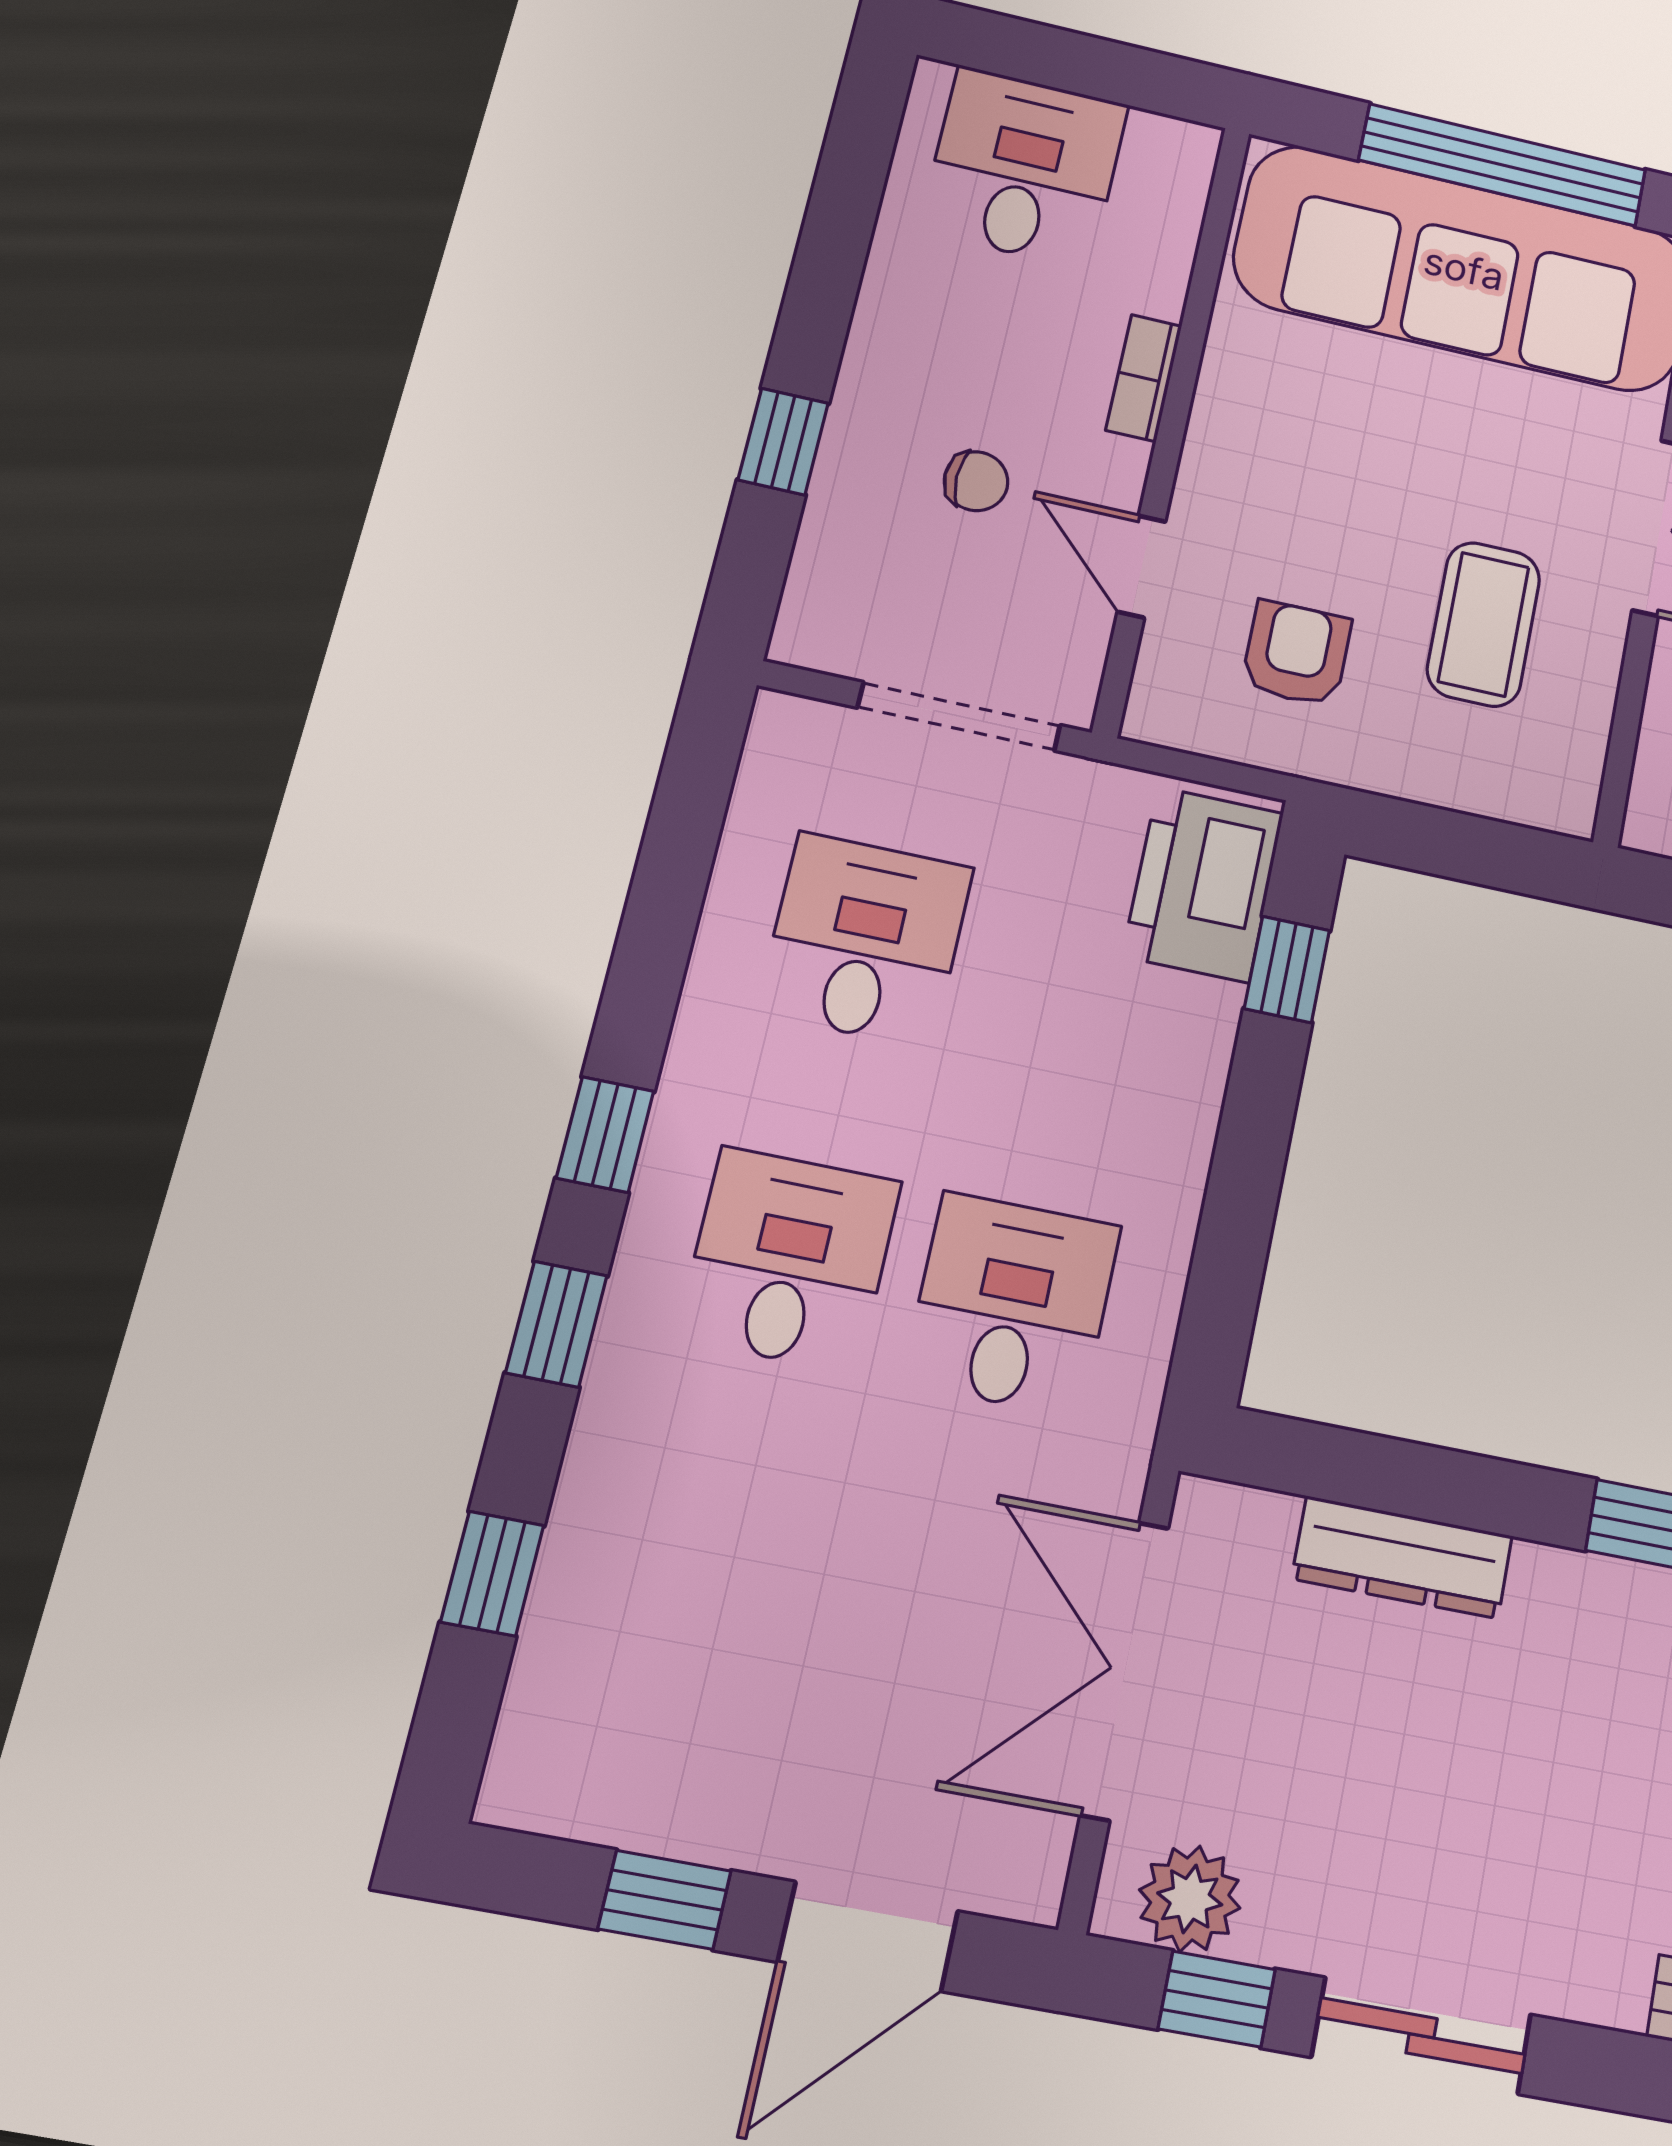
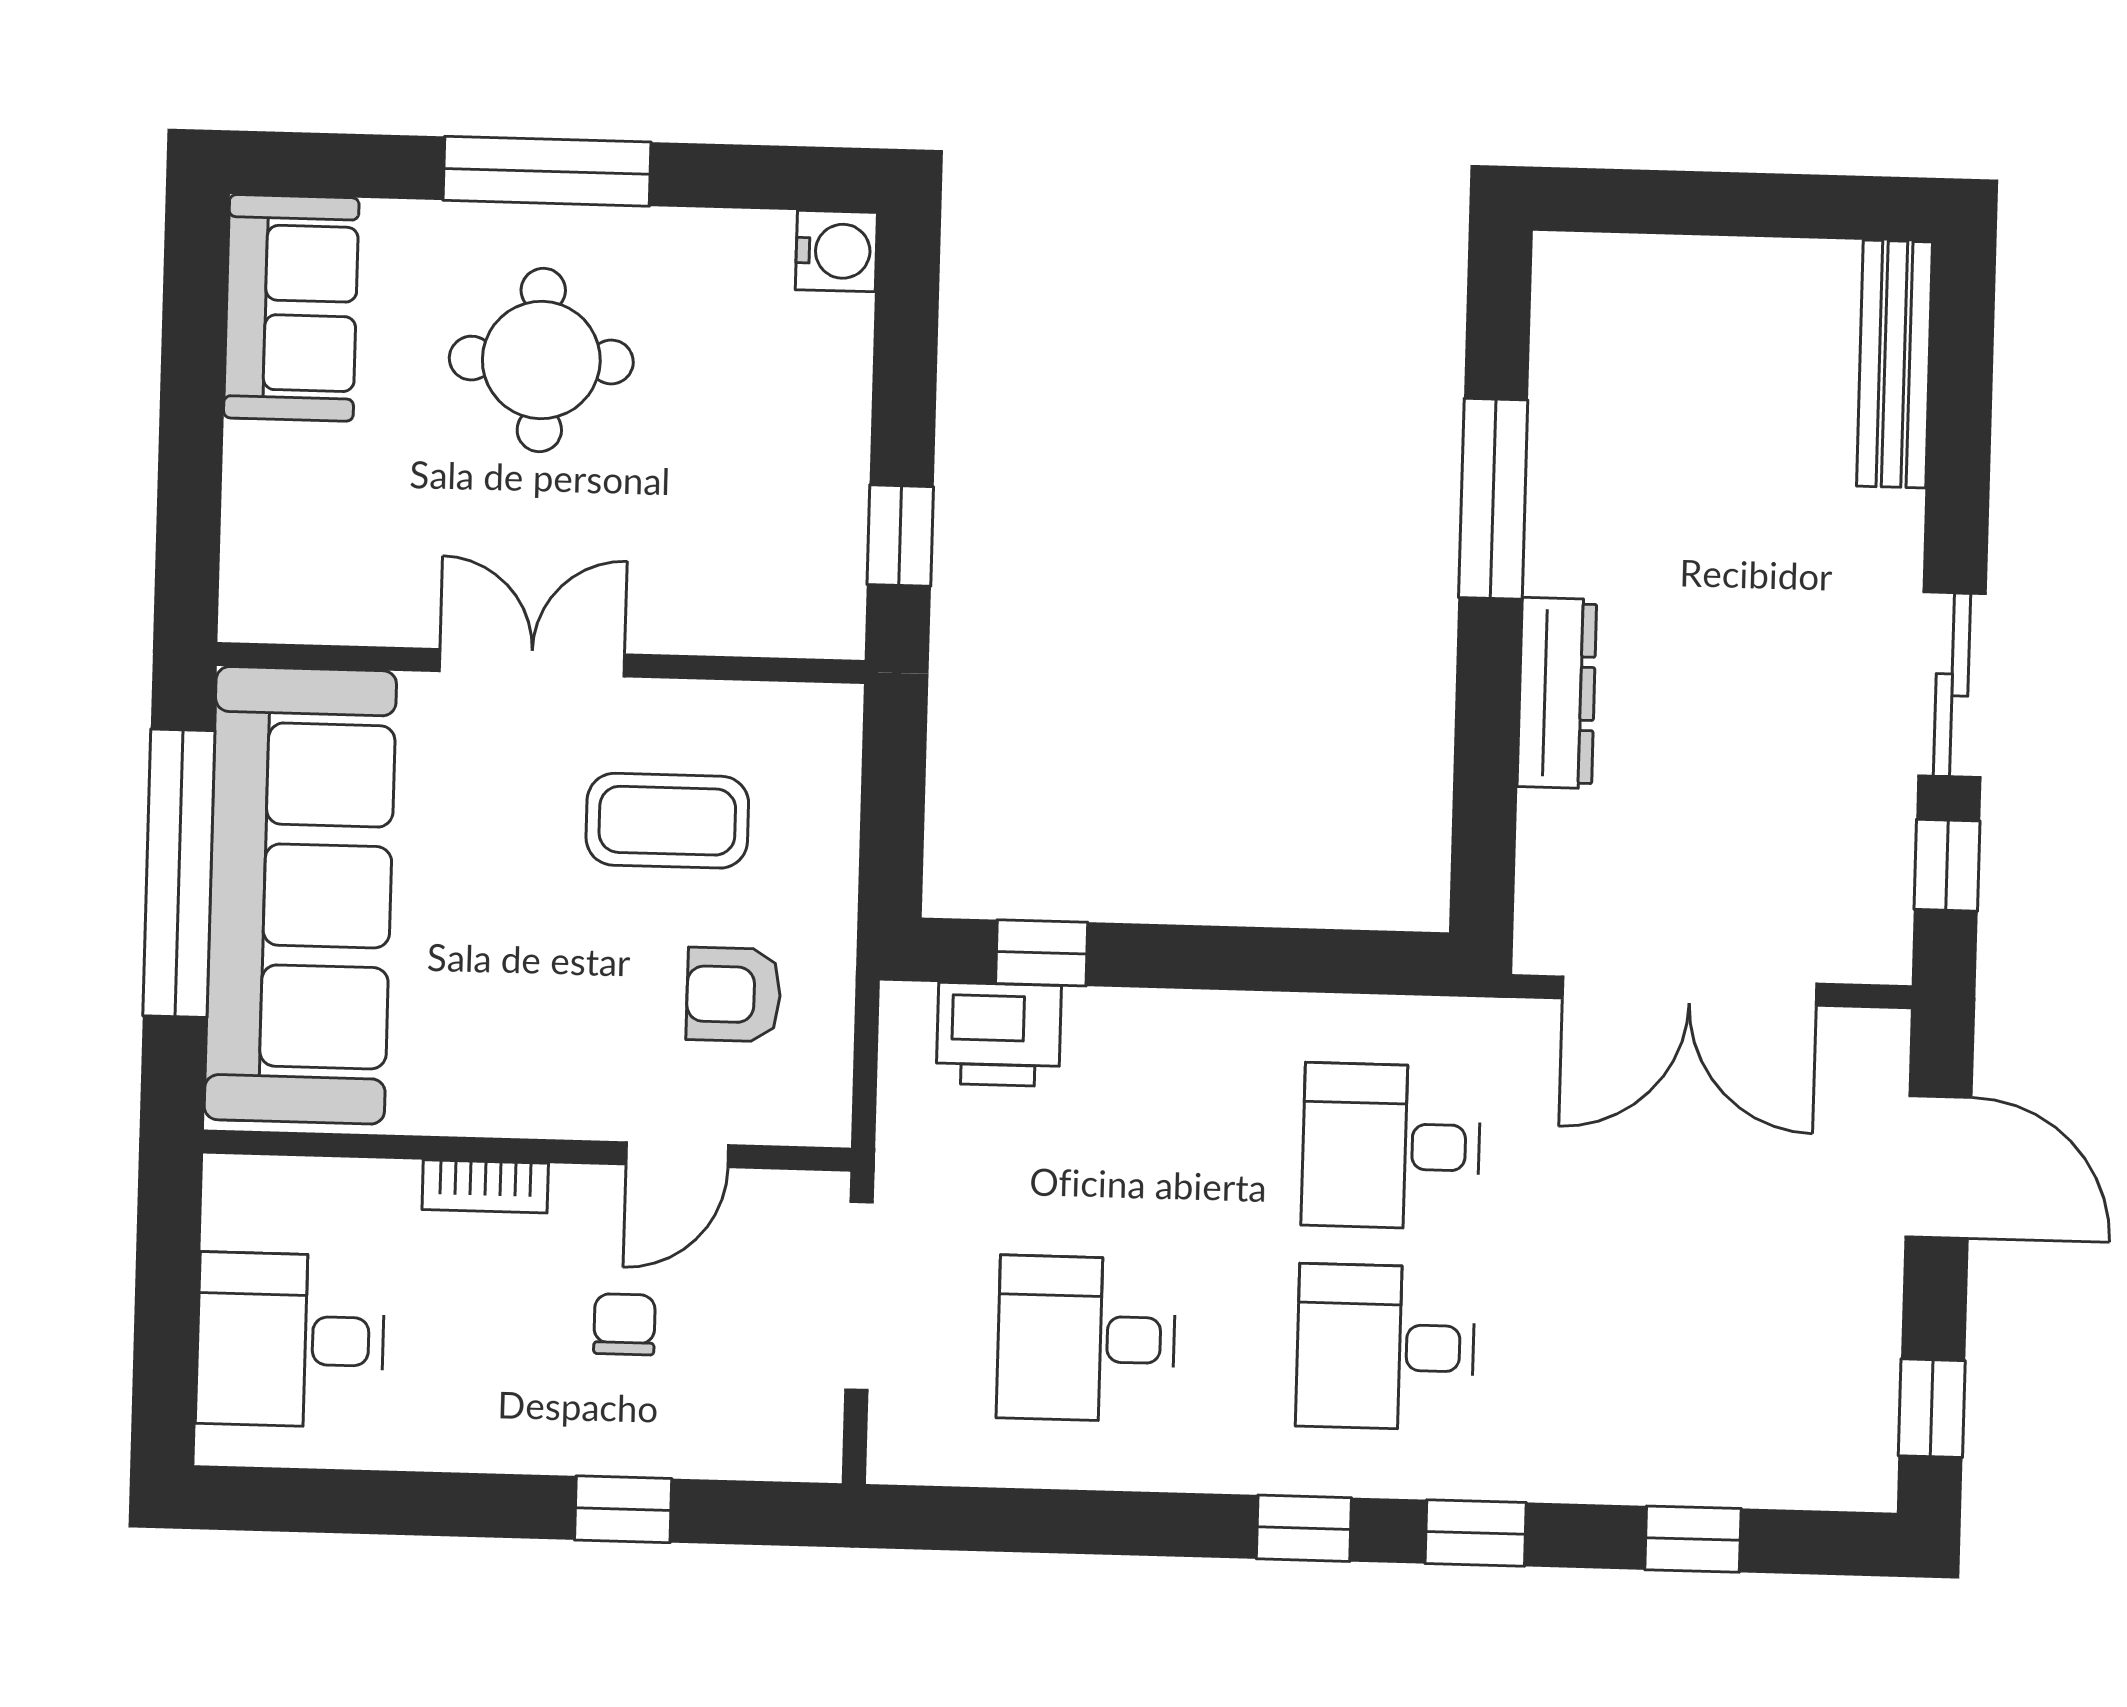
printer: (1203, 884) -> (999, 1034), width x0.73, depth x0.84
dresser: (1402, 1557) -> (1557, 693), moved
plant: (1190, 1899) -> (1870, 902), removed
window: (665, 1900) -> (1932, 1408), moved

